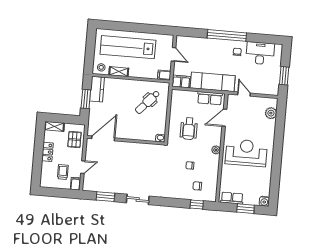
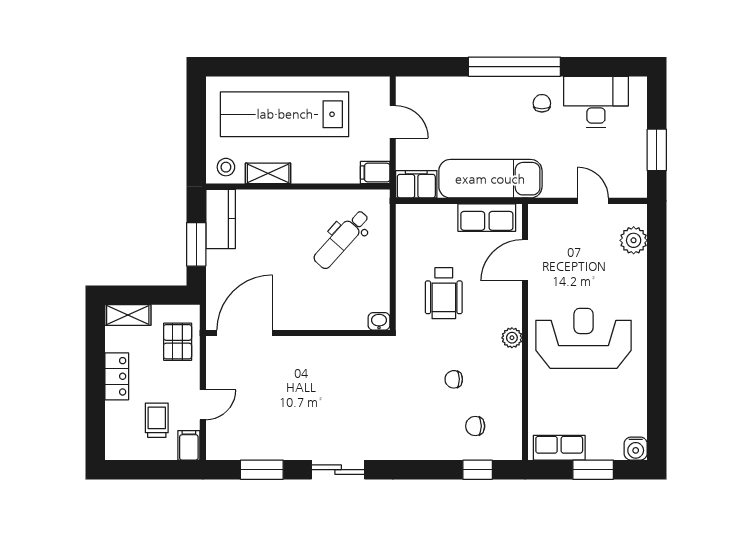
door: (244, 94) -> (593, 201), moved

